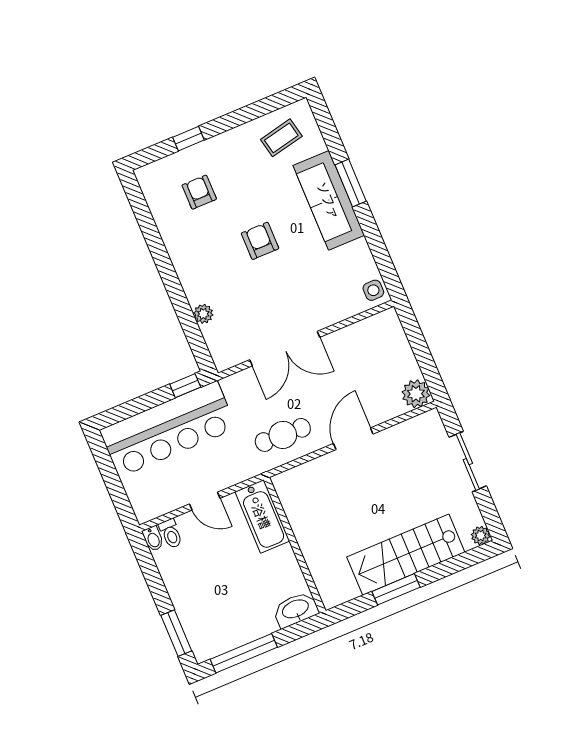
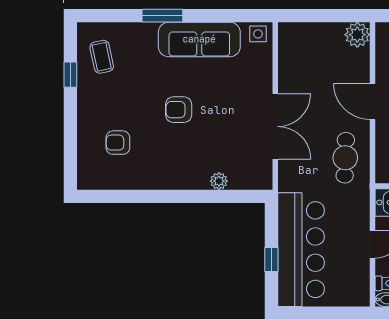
window: (188, 139) -> (70, 75), moved
sofa: (329, 200) -> (199, 39), moved
window: (185, 386) -> (271, 259), moved

